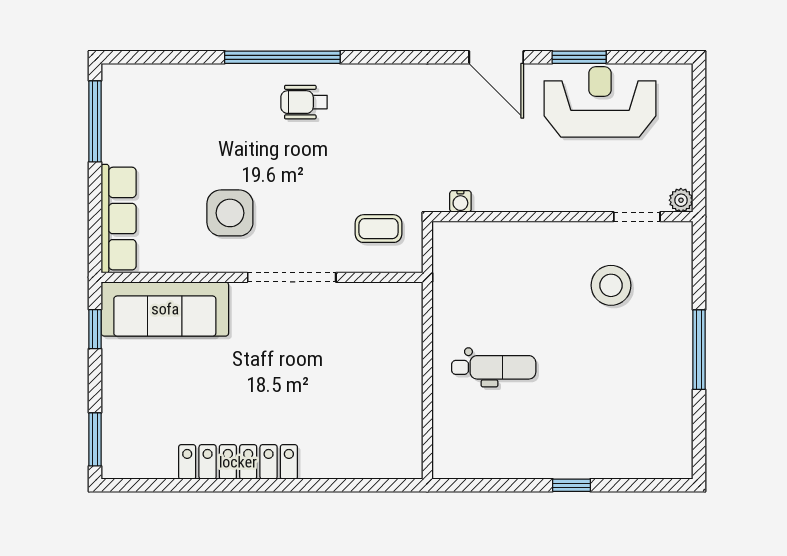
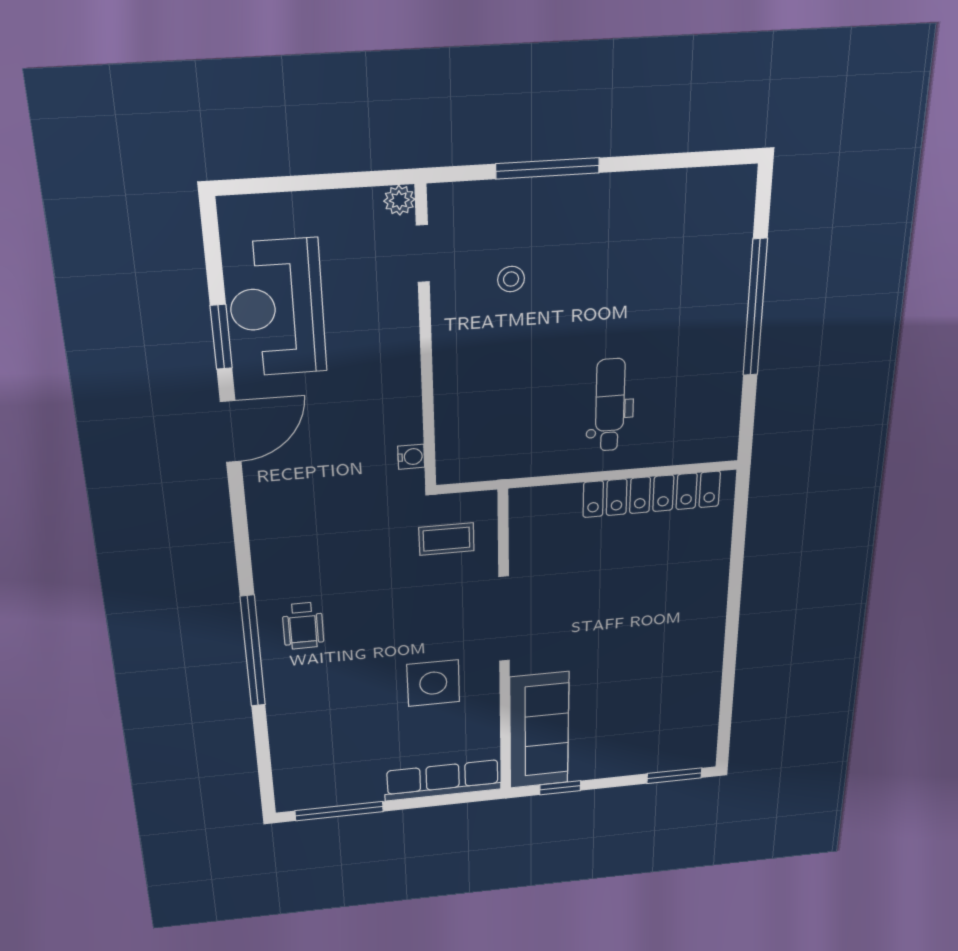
coffee table: (378, 229) -> (447, 539), turned 90
stool: (611, 285) -> (511, 279), width x0.53, depth x0.53
window: (699, 350) -> (548, 168), moved
locker: (238, 462) -> (652, 494), moved, turned -90
window: (572, 485) -> (755, 308), width x3.17

